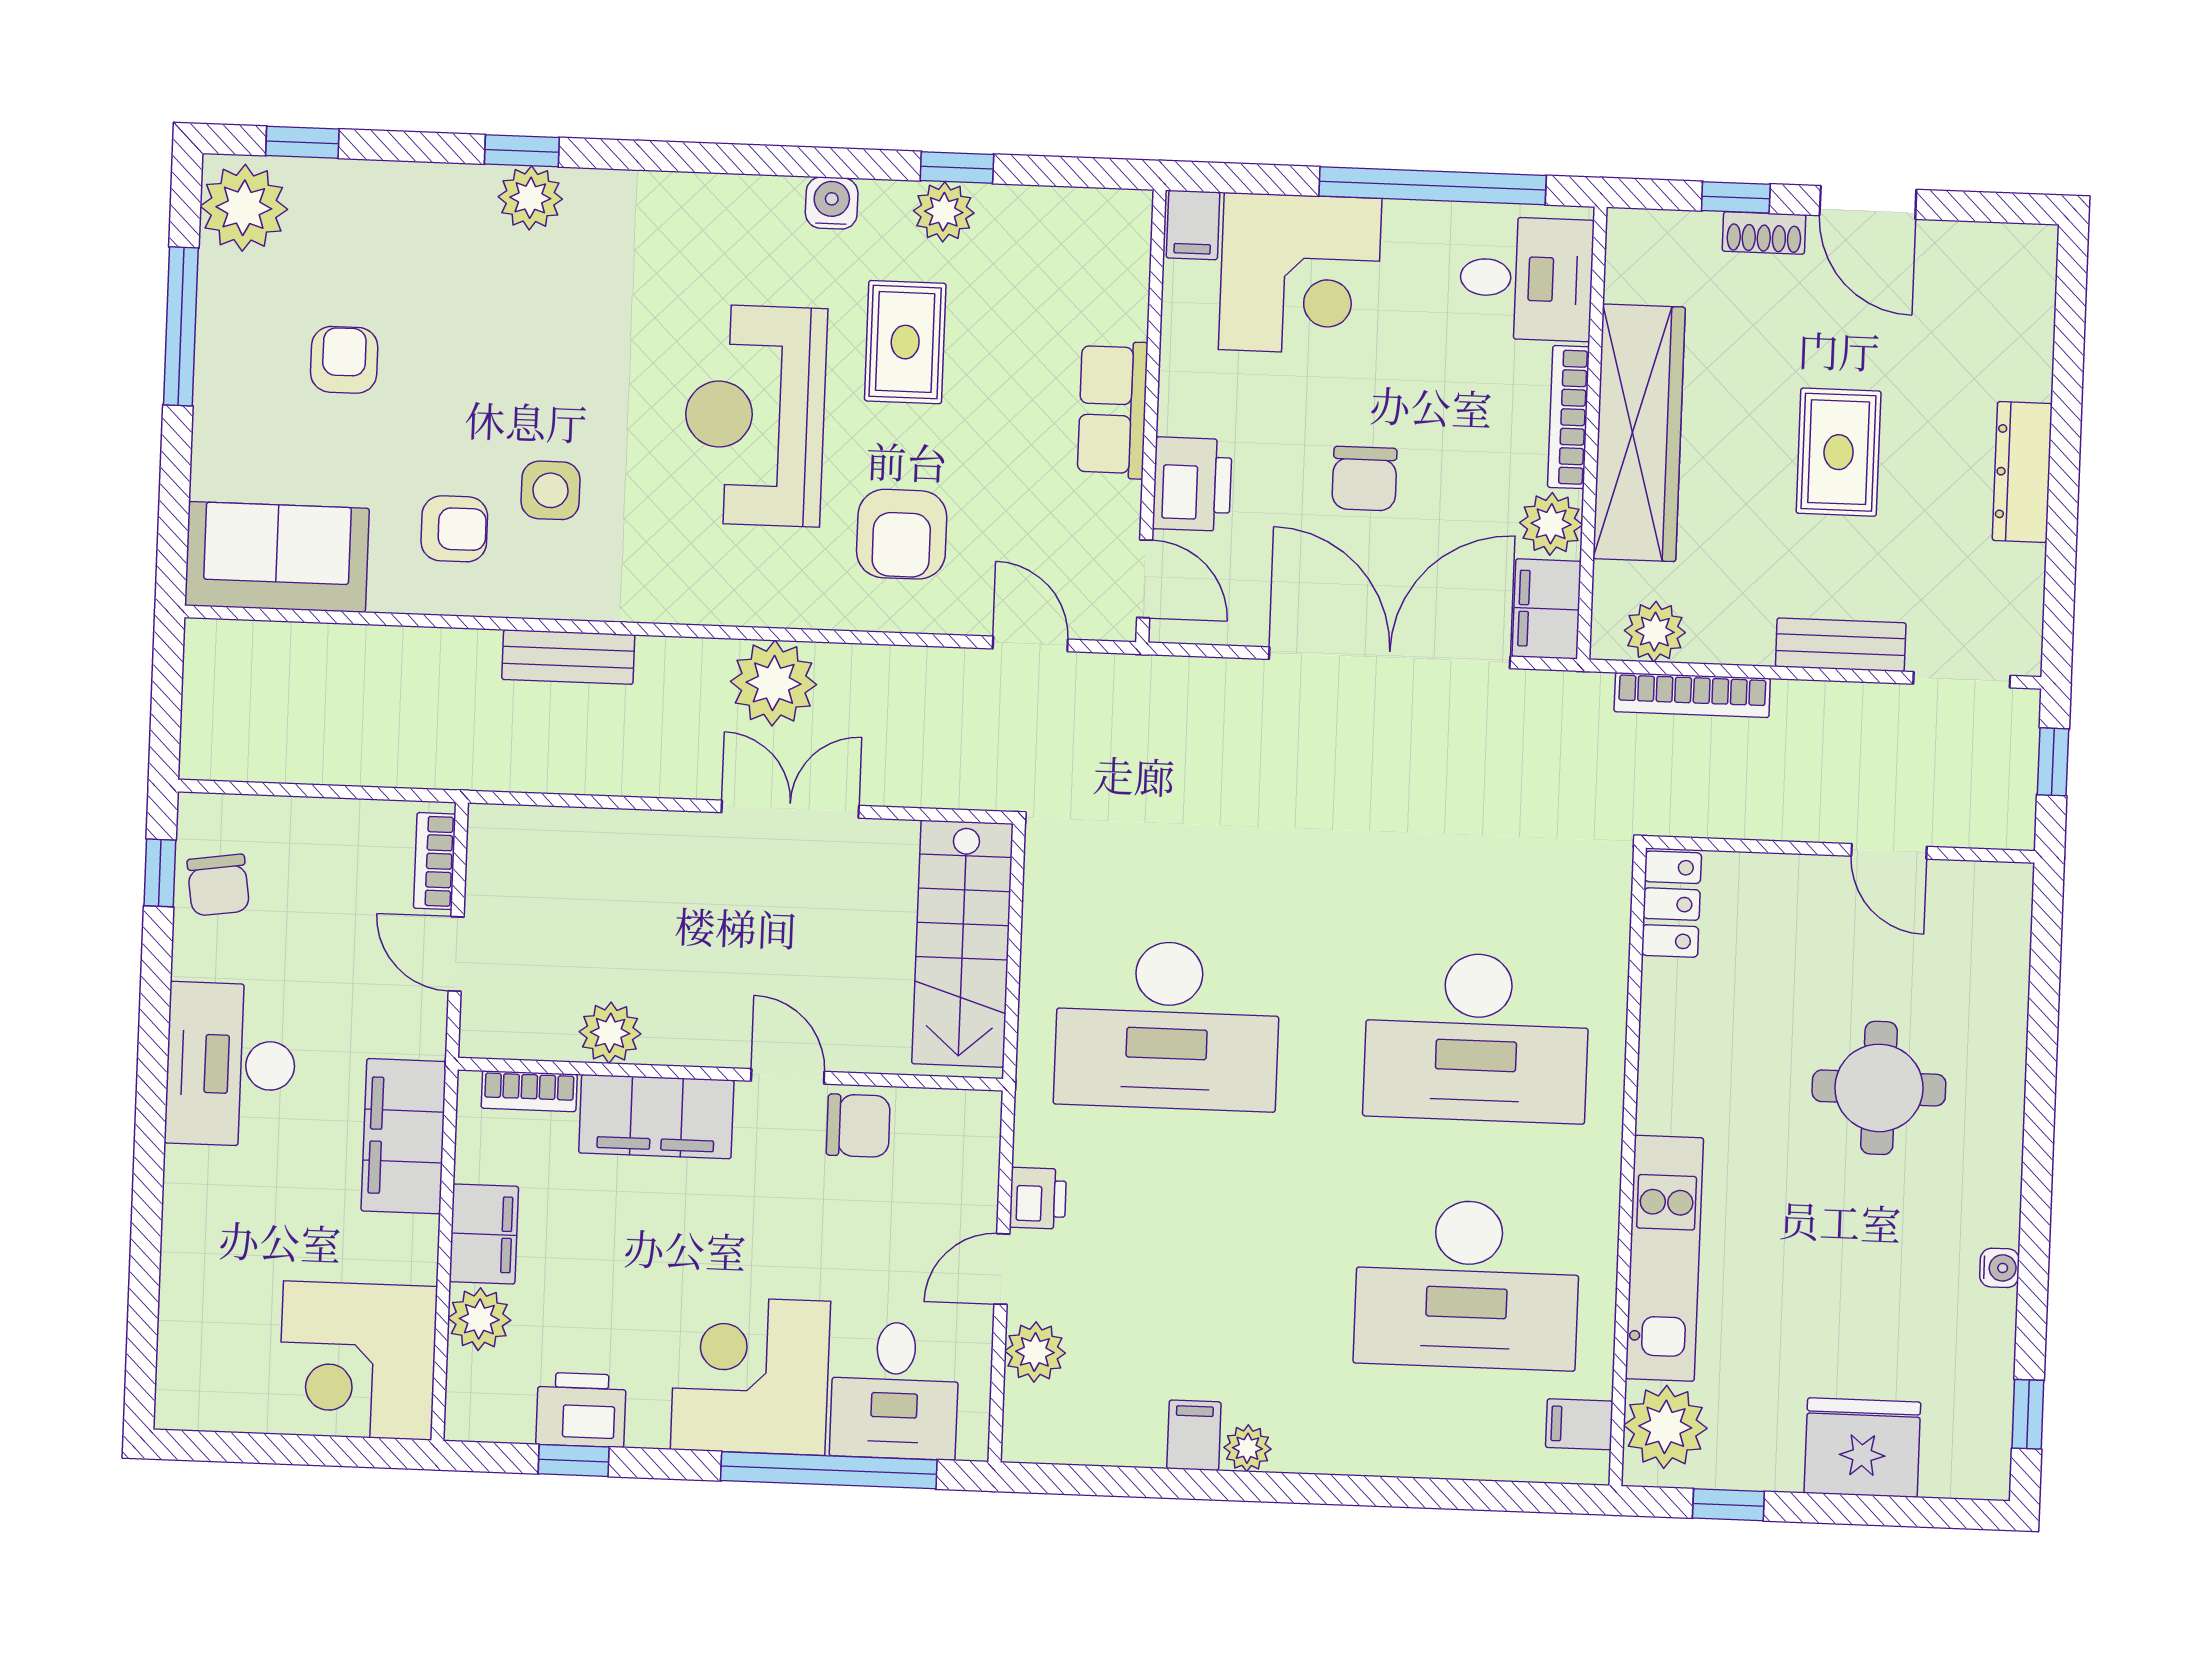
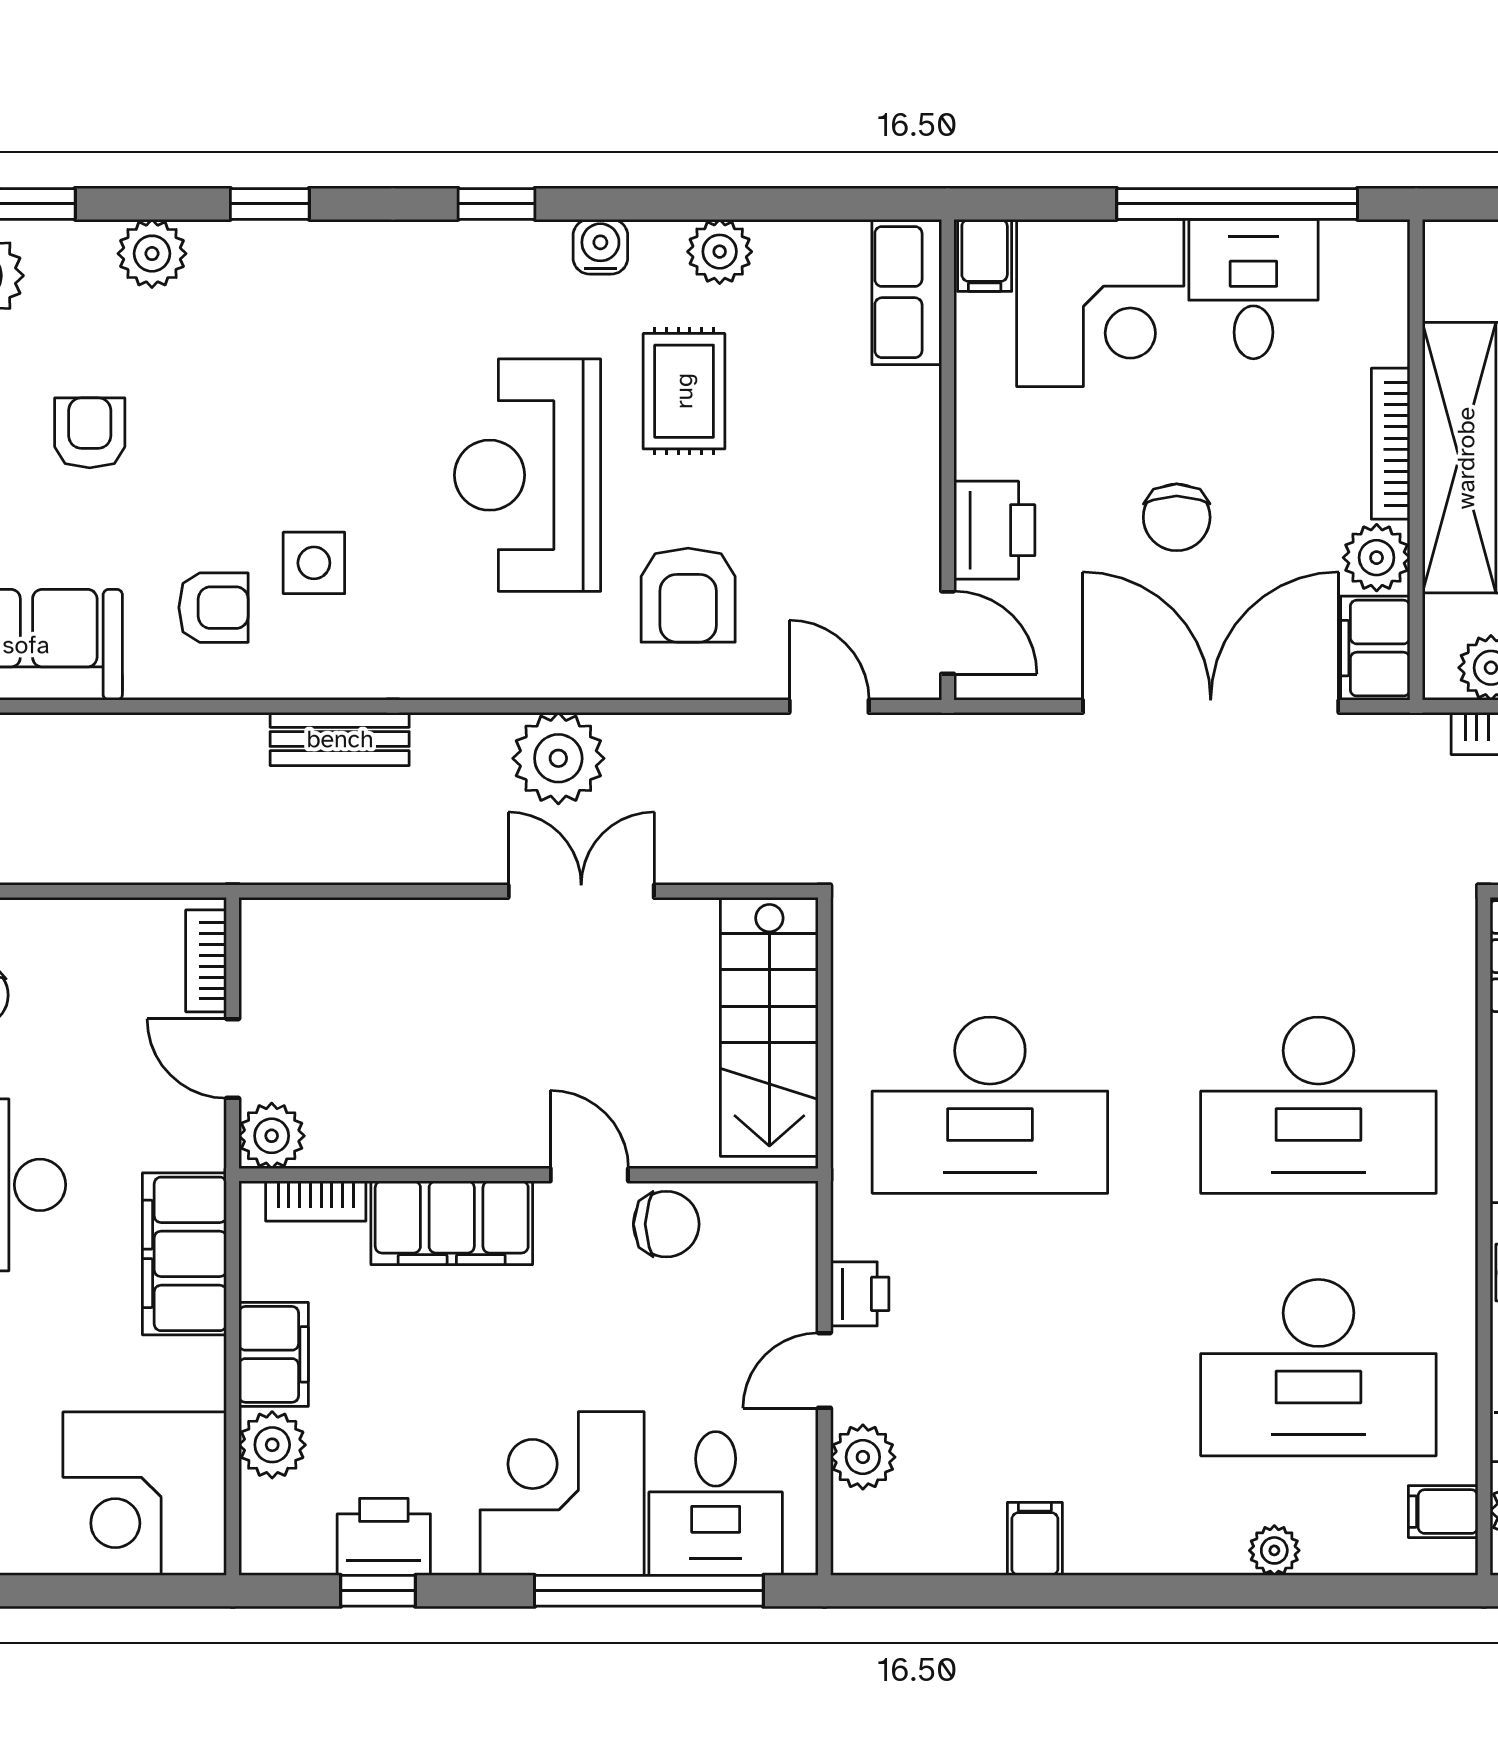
window: (957, 167) -> (497, 204), moved
plant: (530, 198) -> (152, 254), moved
desk: (1526, 279) -> (1253, 289), moved, turned -90
row of seats: (1113, 410) -> (907, 292), moved
plant: (610, 1033) -> (272, 1136), moved
plant: (1247, 1448) -> (1274, 1550), moved

